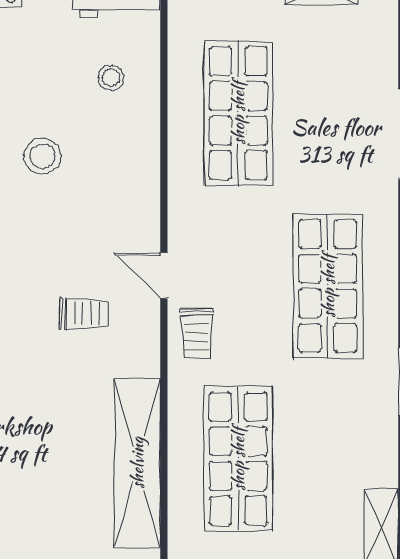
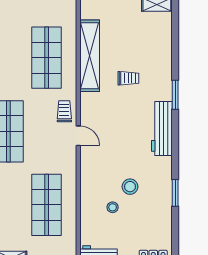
stool: (111, 78) -> (113, 207), moved
trolley: (83, 314) -> (128, 78), moved, turned 180

